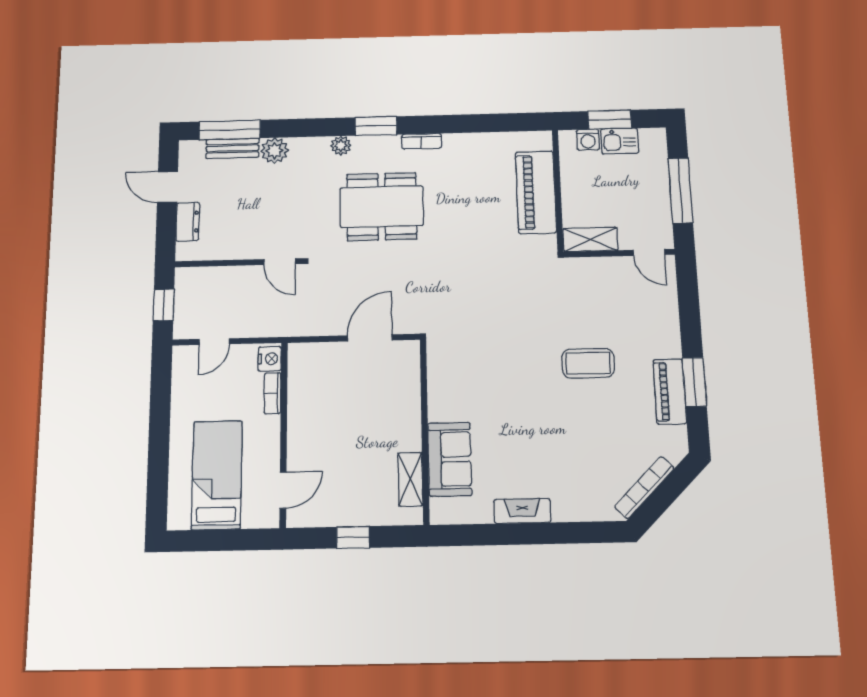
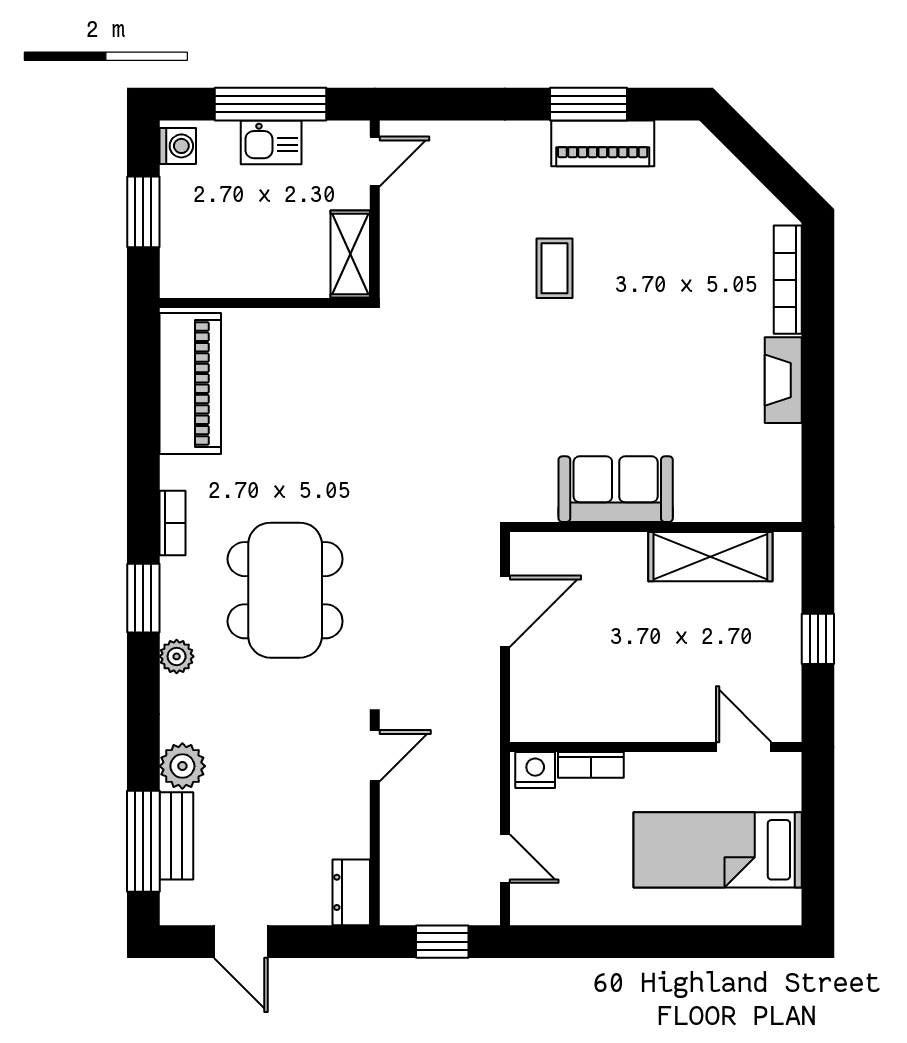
washing machine: (588, 140) -> (178, 146), moved
kitchen sink: (620, 141) -> (271, 142), moved, turned 90
door: (168, 187) -> (241, 942), hinge flipped
piano: (536, 192) -> (190, 383), moved, turned -90
dresser: (188, 222) -> (351, 892), moved, turned -90
door: (370, 338) -> (505, 611), swing flipped
coffee table: (588, 363) -> (554, 268), width x0.73, depth x0.77
sofa: (450, 459) -> (616, 489), moved
shelving: (410, 479) -> (710, 557), width x1.50, depth x1.33
bookcase: (644, 487) -> (788, 280), moved, turned 45

